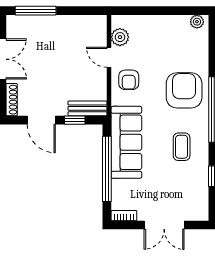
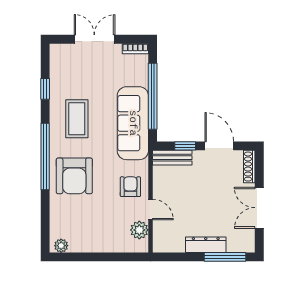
dresser: (55, 23) -> (206, 245), added
coffee table: (182, 147) -> (77, 119), width x1.36, depth x1.30

